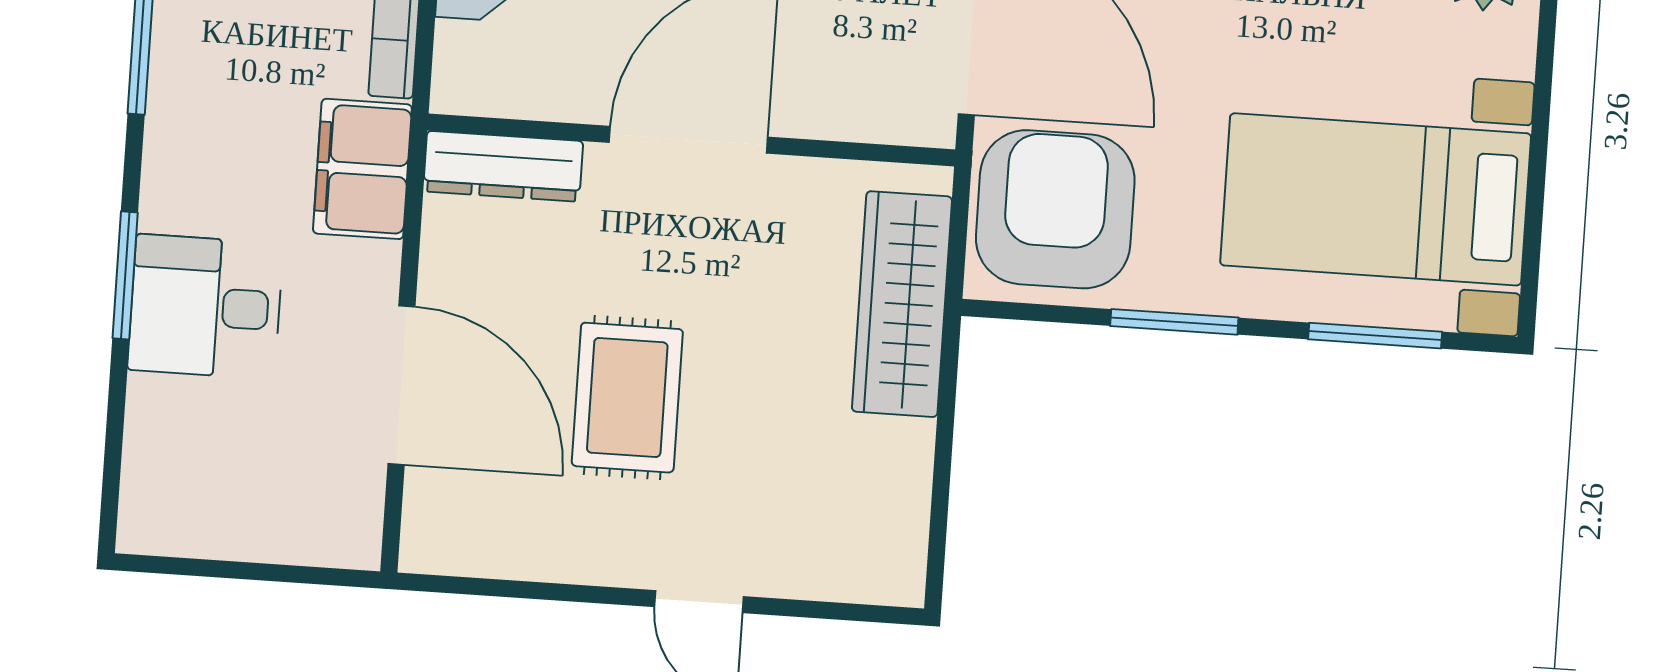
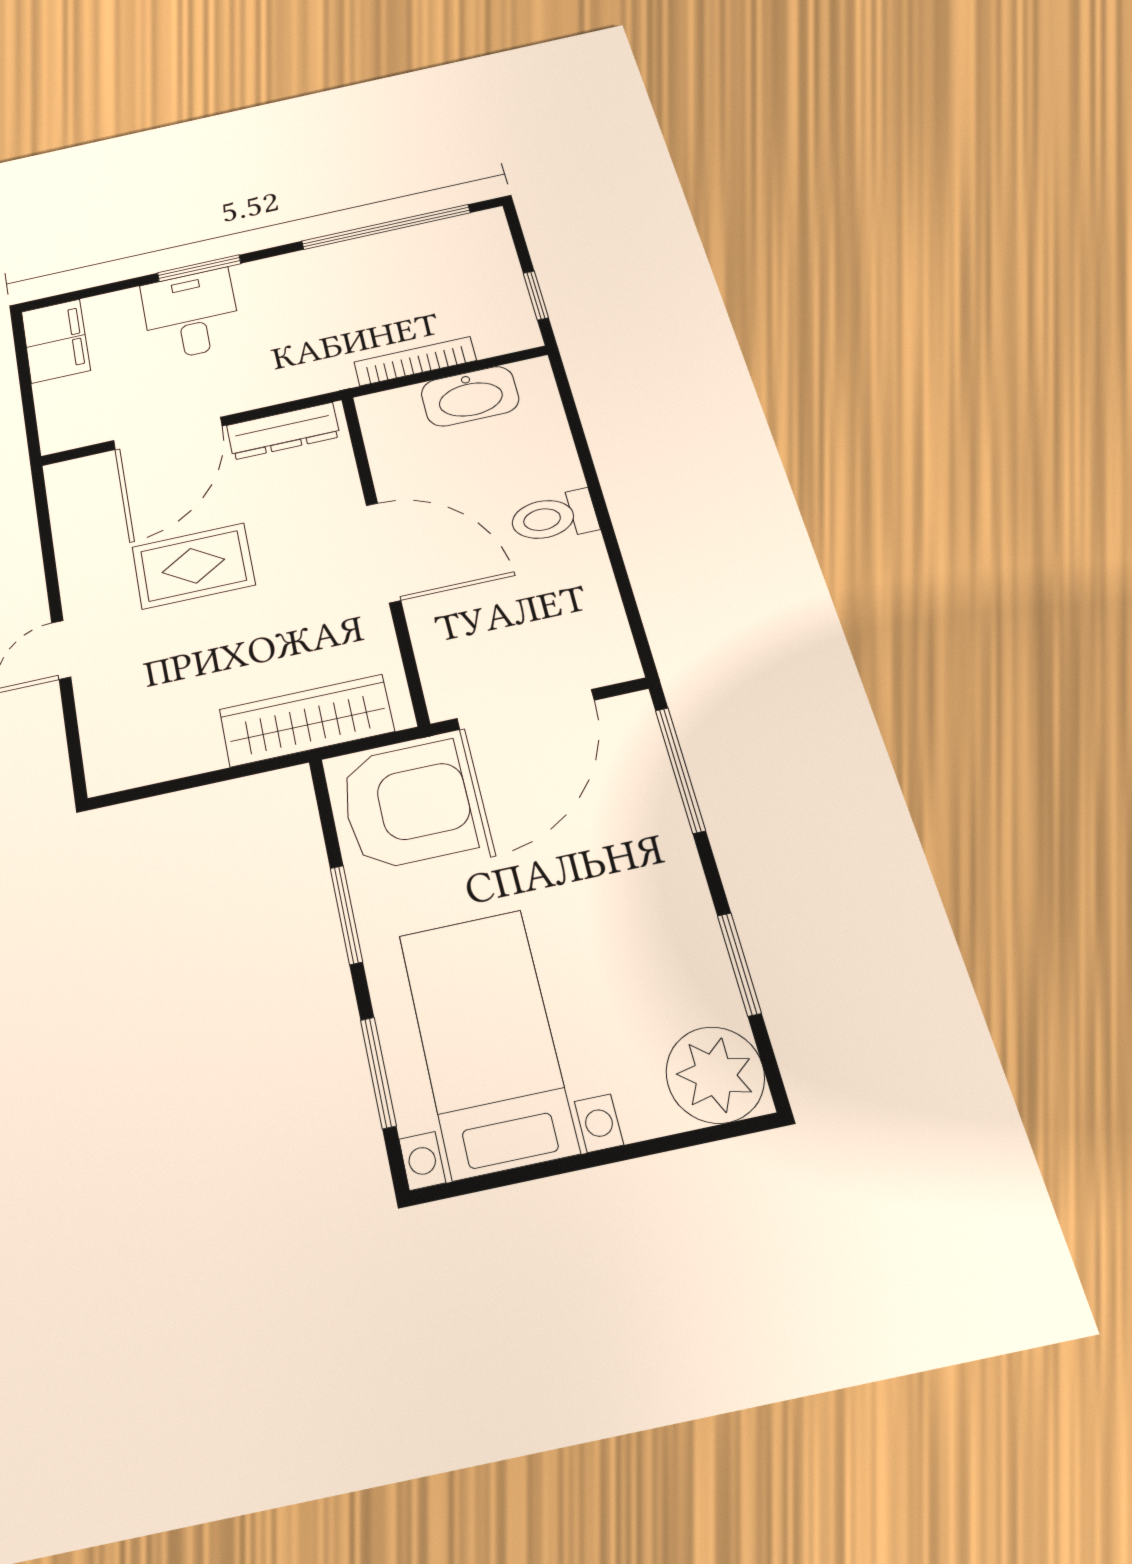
dresser: (503, 166) -> (283, 431), moved, turned -90
filing cabinet: (362, 169) -> (56, 341), moved, turned 90

